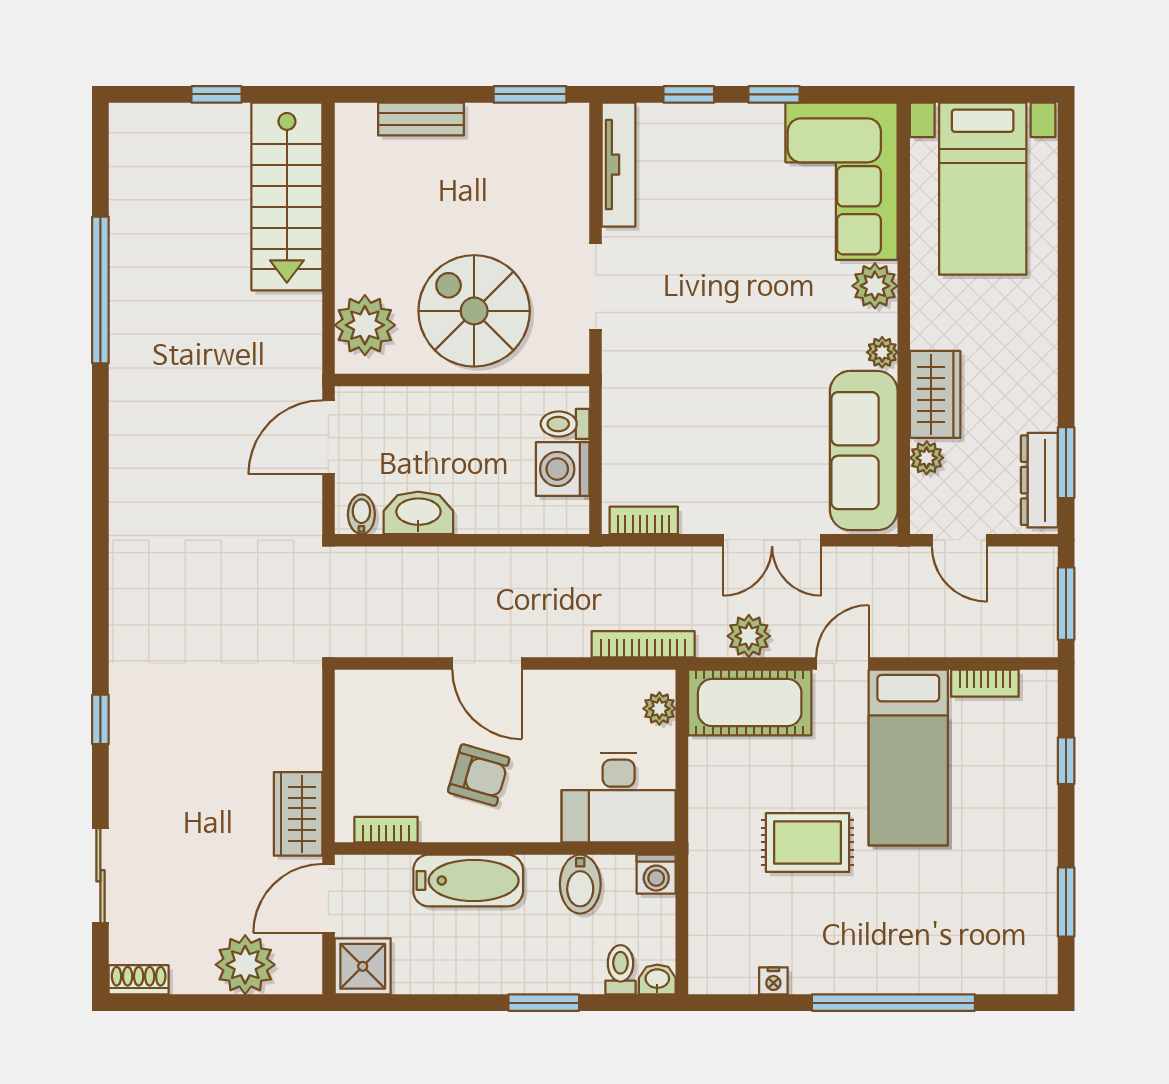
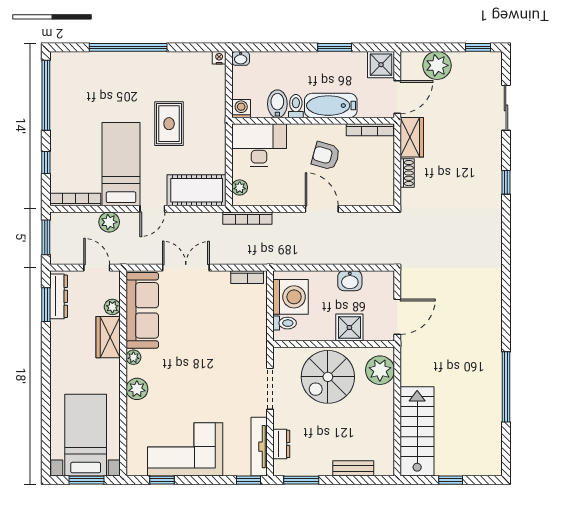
window: (689, 94) -> (249, 480), moved
window: (774, 94) -> (162, 480), moved
window: (981, 94) -> (86, 480), added
dresser: (572, 170) -> (281, 444), added
corner sofa: (842, 181) -> (185, 449), moved, turned -90
spiral stairs: (474, 311) -> (328, 377), turned 90
shower: (429, 415) -> (349, 327), added
washing machine: (563, 469) -> (290, 297), width x1.37, depth x1.37
washbasin: (418, 513) -> (350, 281), width x0.72
bidet: (361, 514) -> (382, 280), removed
plant: (749, 636) -> (109, 222), moved
bookcase: (985, 683) -> (75, 200), width x1.56
bookcase: (386, 830) -> (370, 130), width x1.56
rug: (808, 842) -> (169, 124), turned 90
window: (1066, 902) -> (46, 95), width x2.11
toilet: (620, 970) -> (296, 106), moved, turned 180
shoe rack: (139, 980) -> (407, 173), moved, turned -90
nightstand: (773, 981) -> (219, 58), moved
window: (159, 1003) -> (478, 47), added
window: (544, 1003) -> (335, 47), moved

